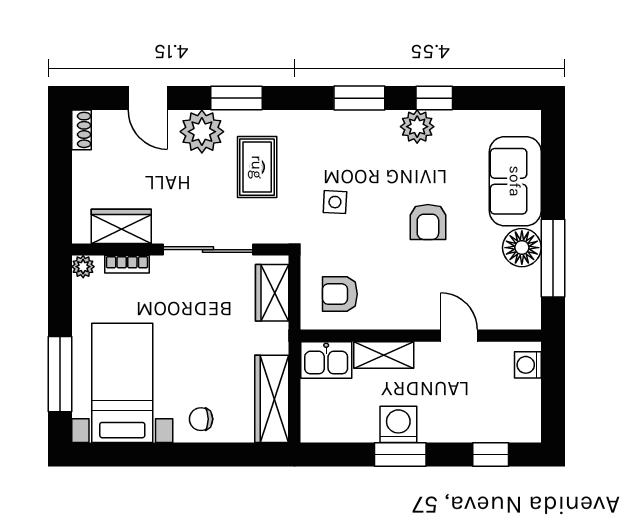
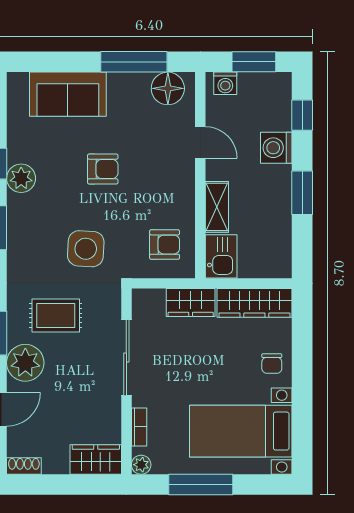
side table: (335, 202) -> (86, 249), width x1.87, depth x1.87
wardrobe: (121, 226) -> (96, 460), moved, turned 90
floor lamp: (522, 248) -> (168, 88), moved
wardrobe: (272, 293) -> (191, 303), moved
armchair: (340, 294) -> (165, 245), turned -90
door: (459, 336) -> (200, 142), swing flipped
window: (60, 374) -> (201, 485), moved
window: (553, 398) -> (254, 62), added
washing machine: (398, 424) -> (276, 148), moved

